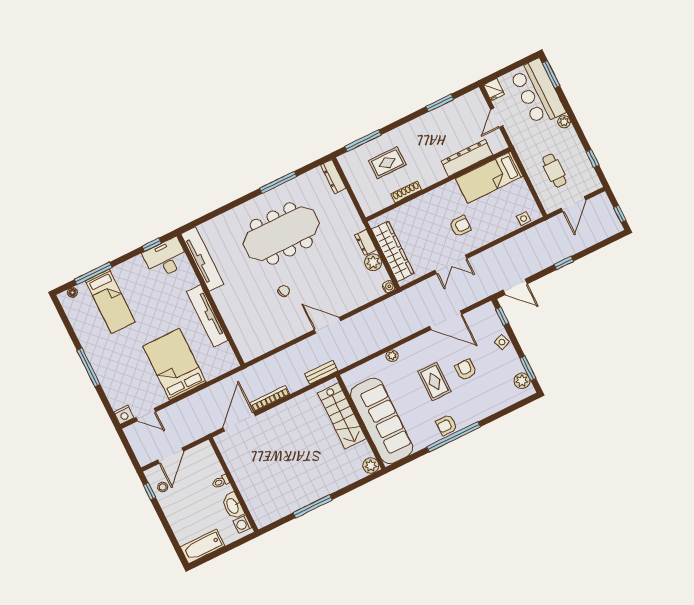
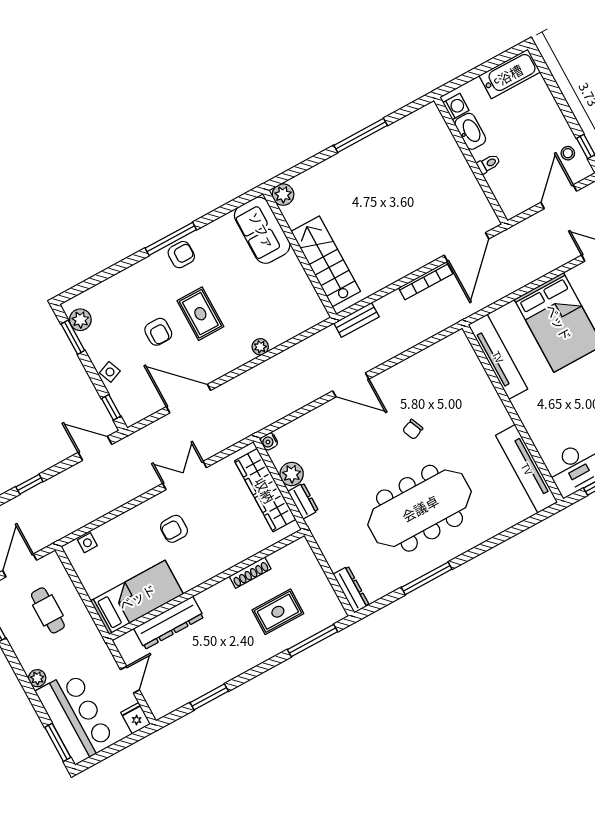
tv unit: (207, 316) -> (498, 357), moved
sofa: (382, 421) -> (262, 230), width x0.54, depth x0.79
window: (454, 437) -> (171, 239), width x0.68

